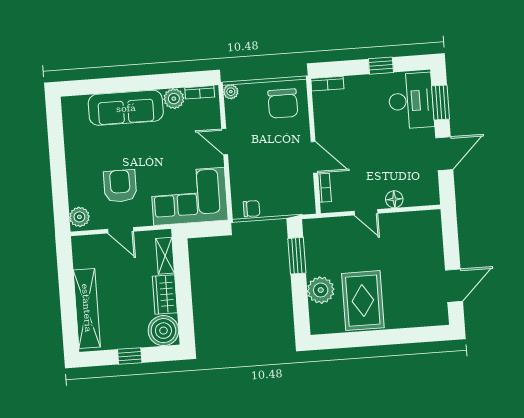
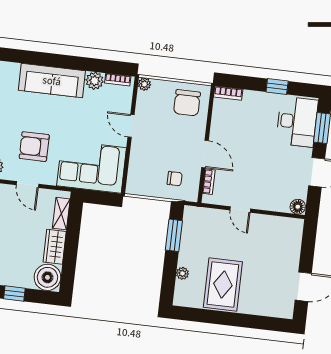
armchair: (120, 186) -> (34, 147), turned -90
floor lamp: (394, 199) -> (298, 207), moved
chair: (252, 209) -> (175, 179), moved
plant: (321, 290) -> (182, 273), width x0.53, depth x0.53

